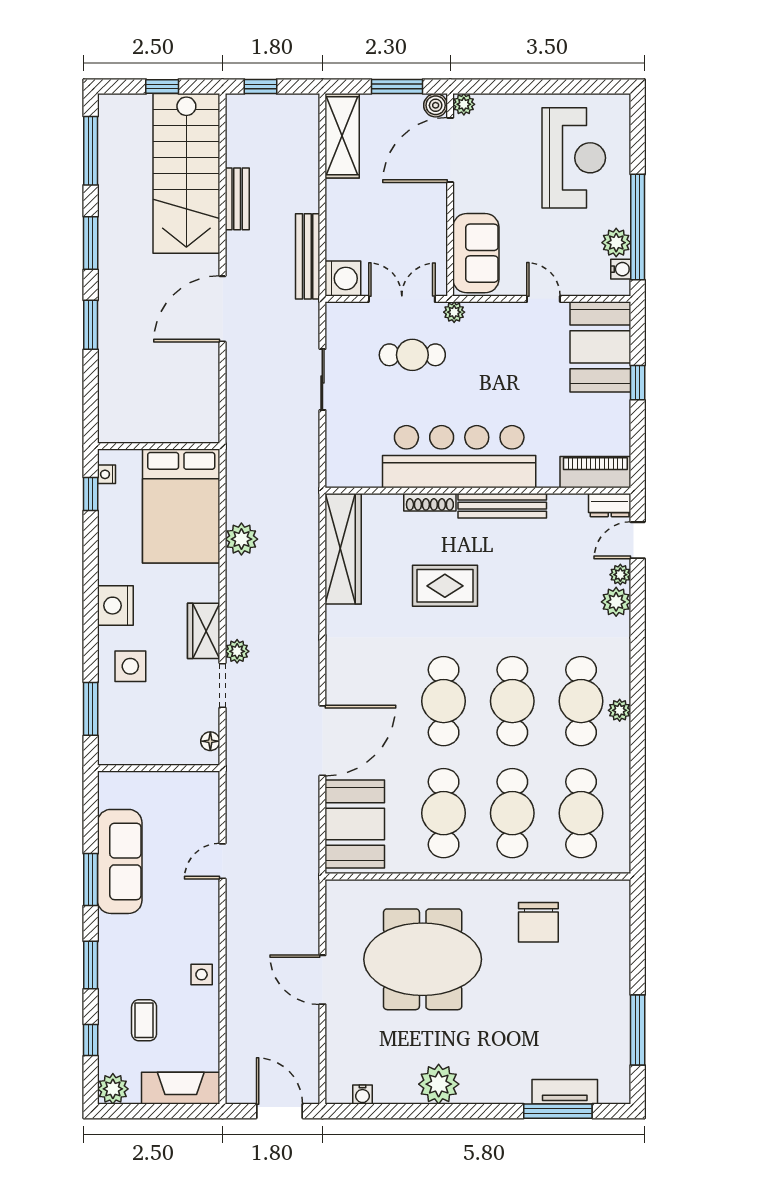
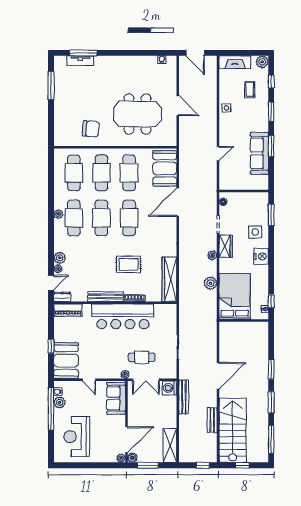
plant: (237, 651) -> (212, 255), moved
chair: (538, 922) -> (91, 129), turned 95
plant: (439, 1084) -> (131, 64), removed

